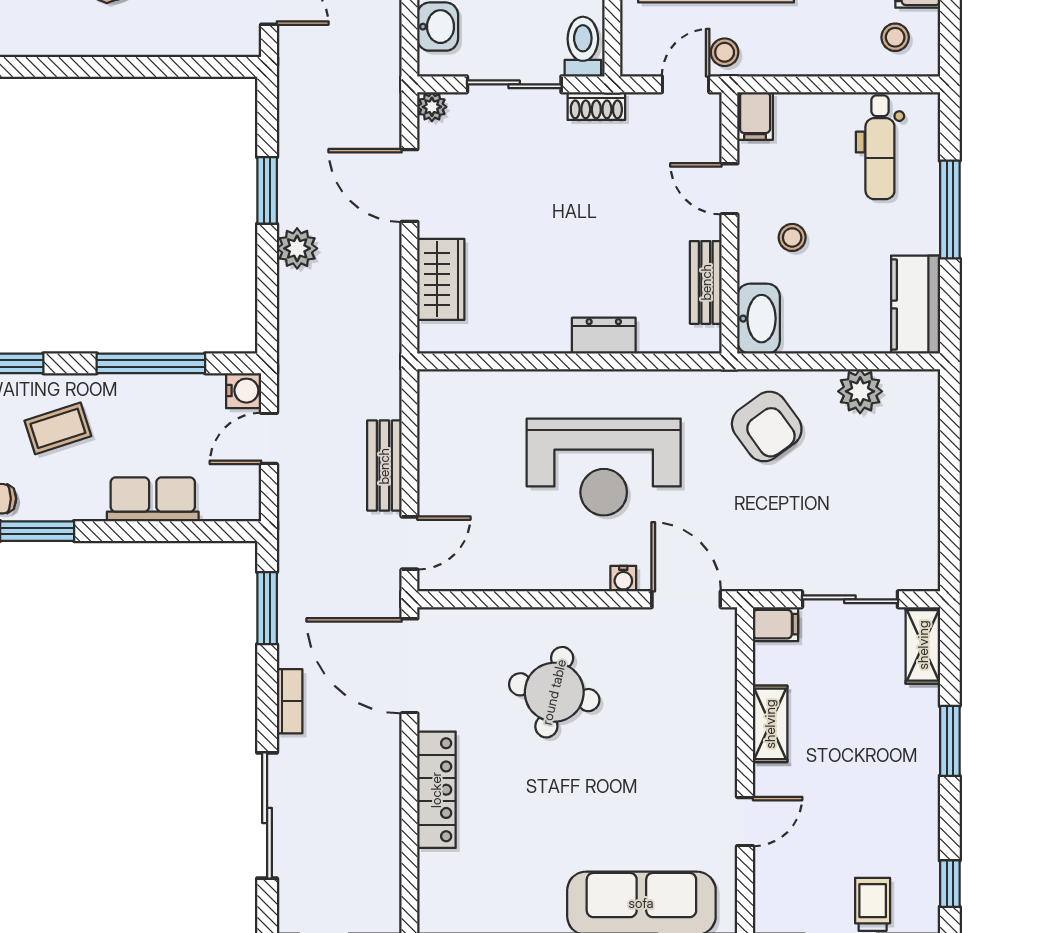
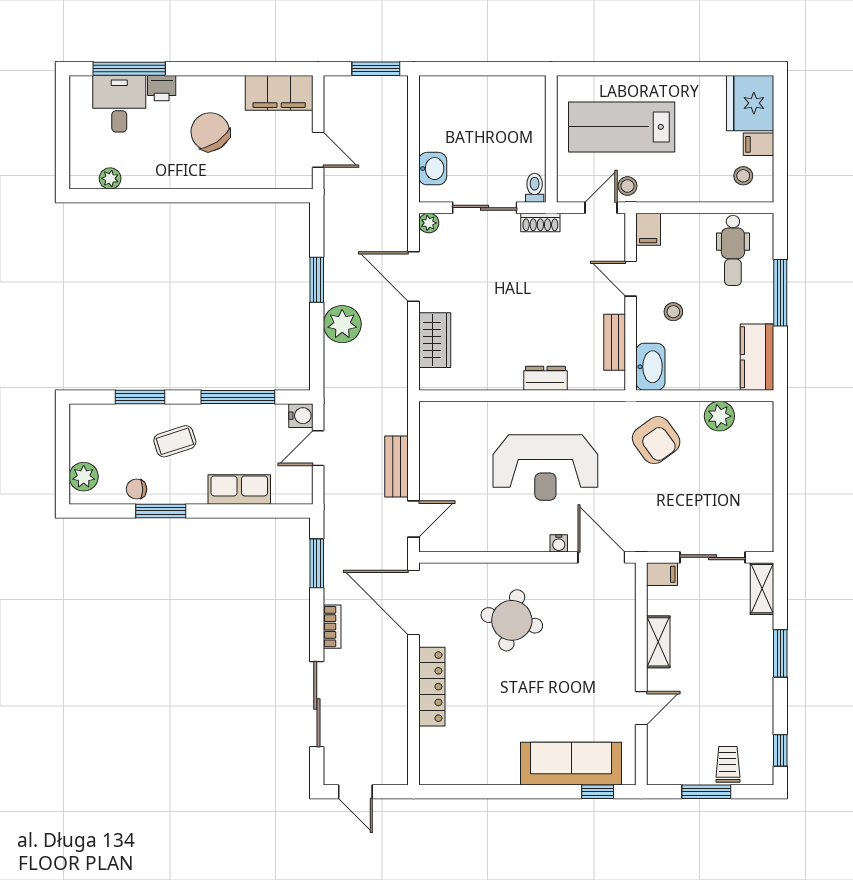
toilet: (583, 47) -> (535, 188), width x0.73, depth x0.72
plant: (297, 248) -> (342, 324), width x1.36, depth x1.36

